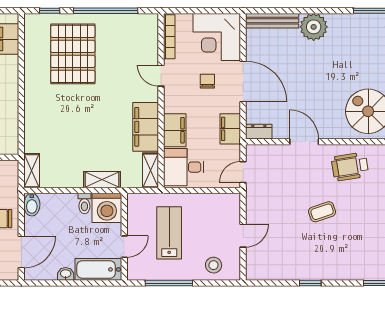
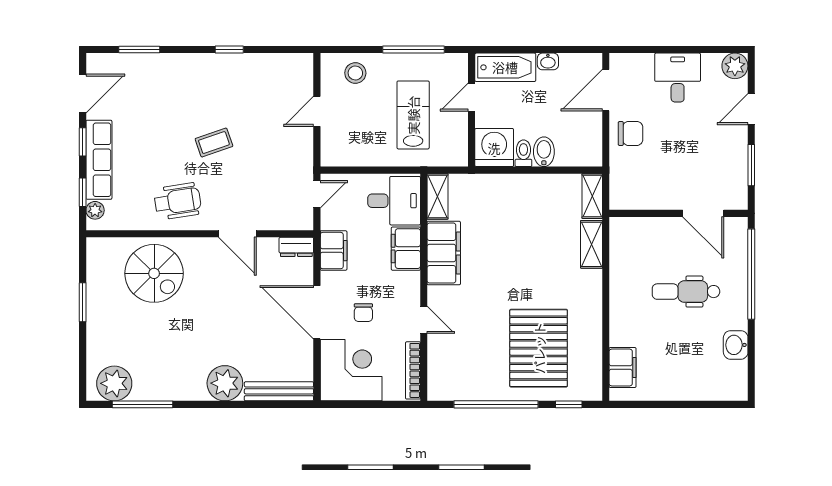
shelving: (102, 180) -> (592, 244), moved, turned 90
bidet: (32, 205) -> (544, 152), moved
lab bench: (169, 233) -> (413, 115), turned 180

